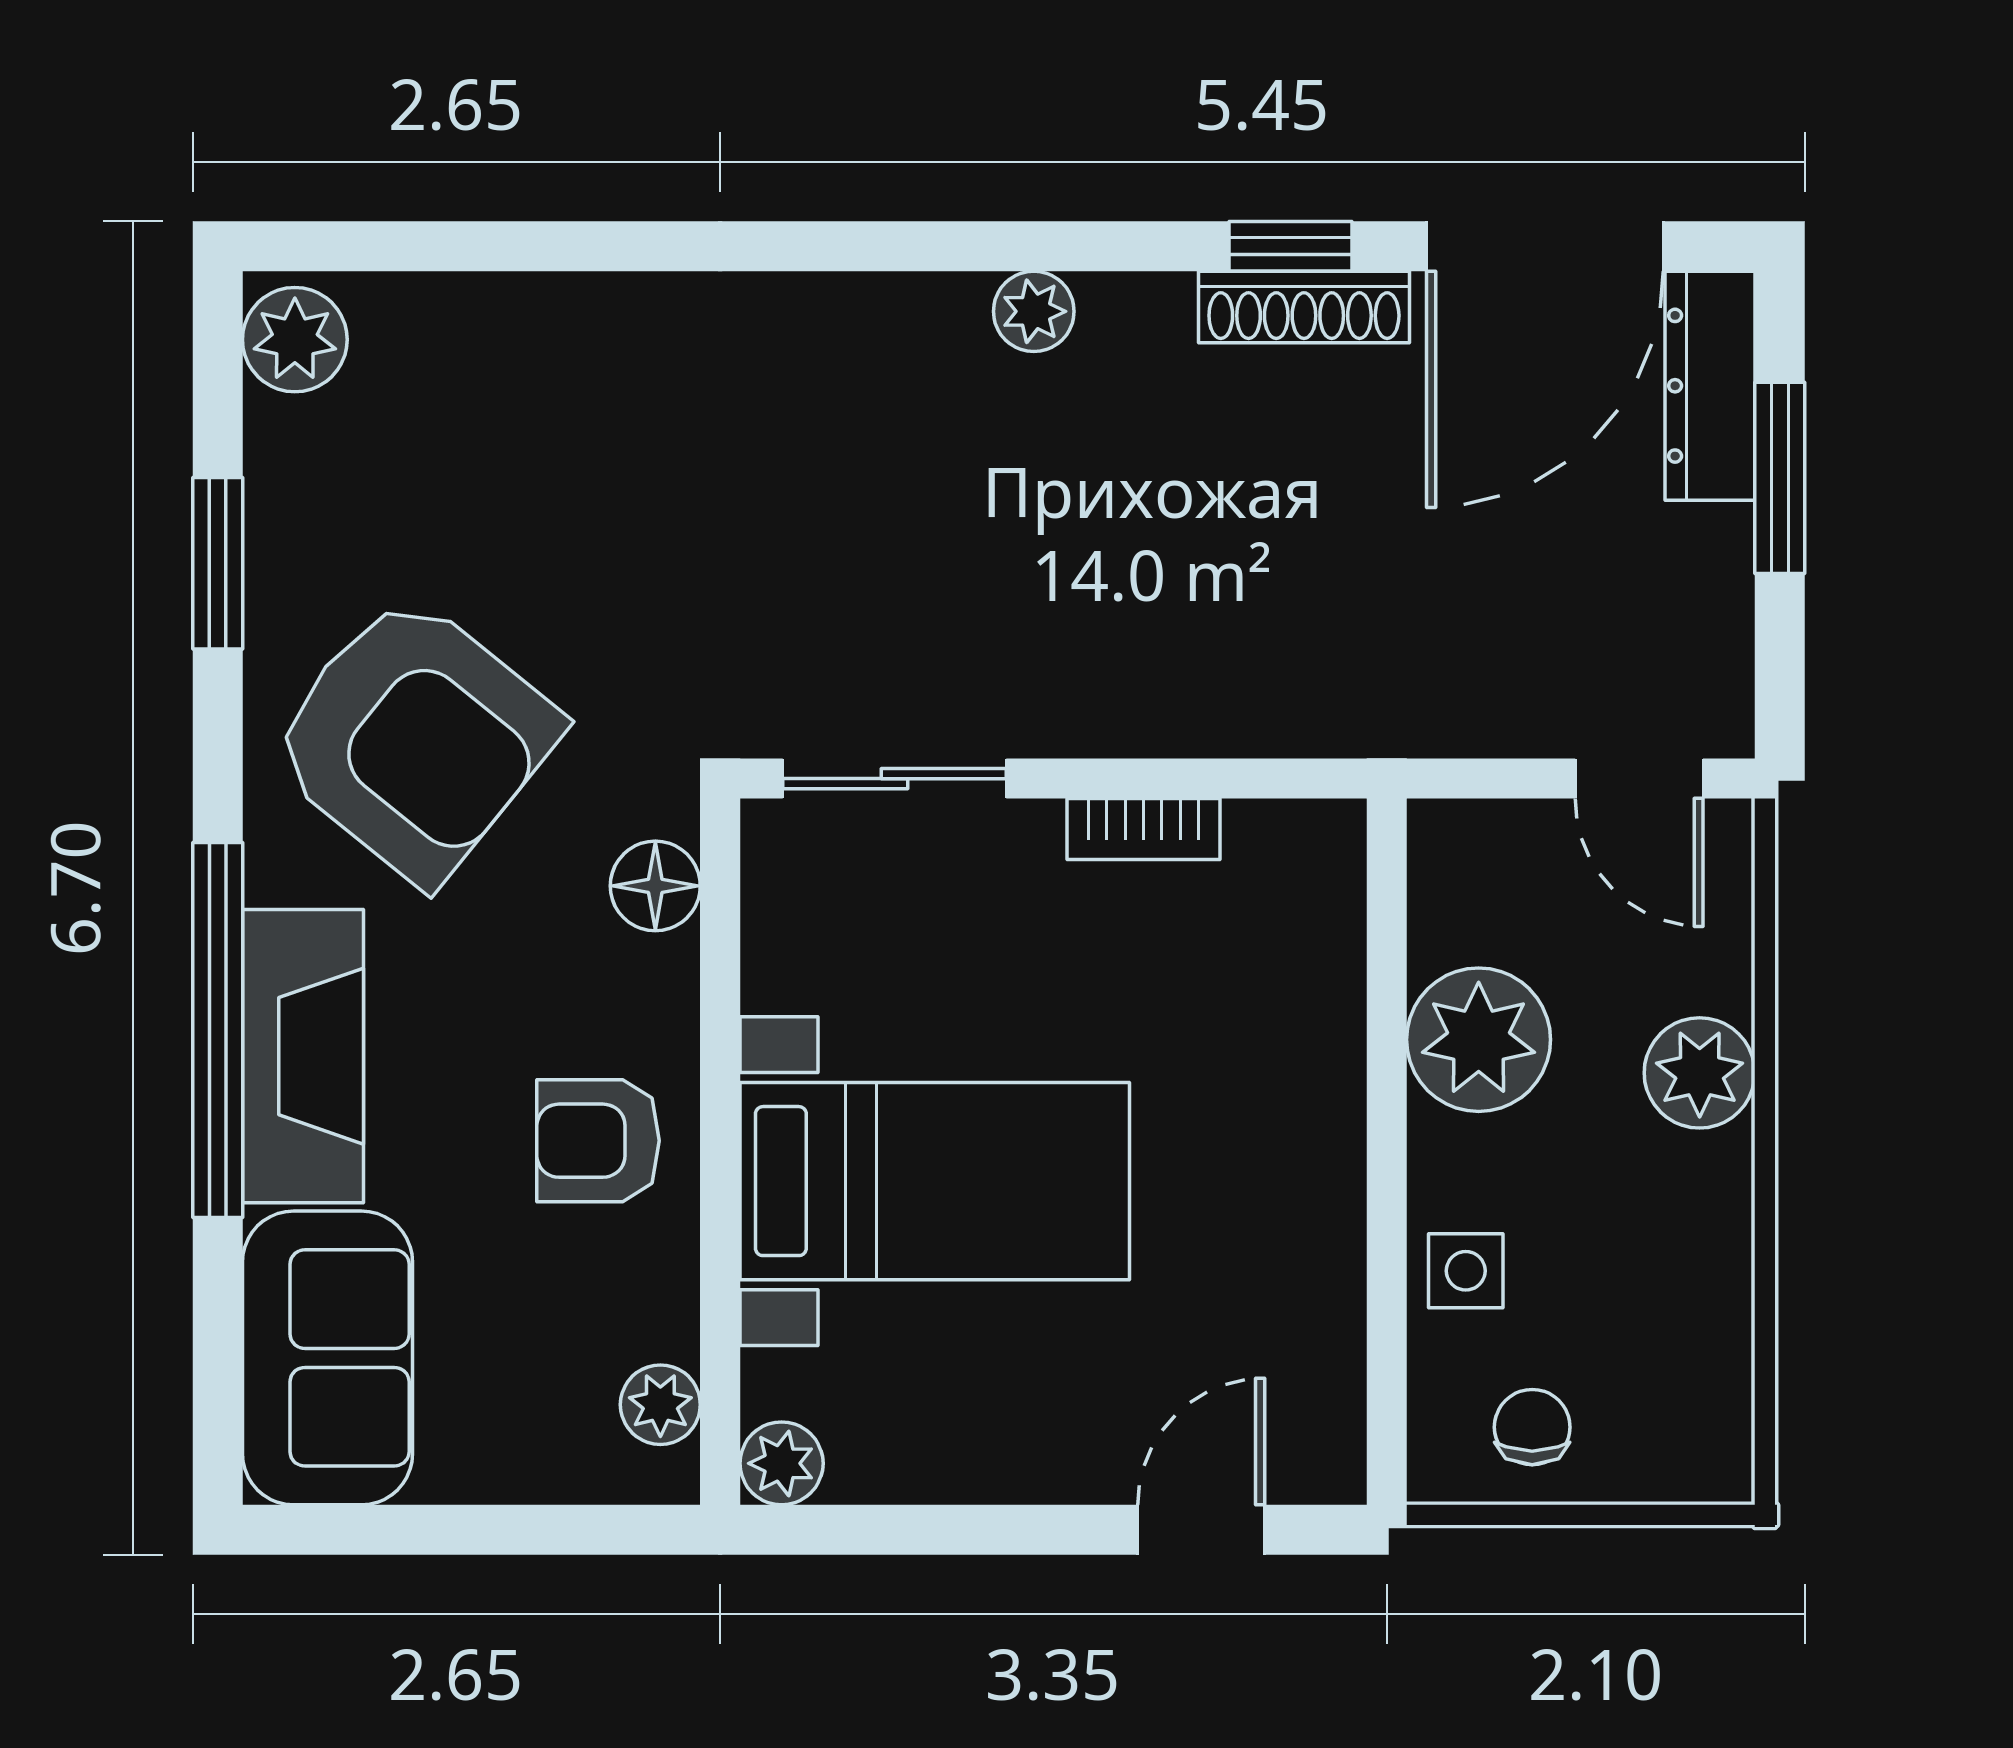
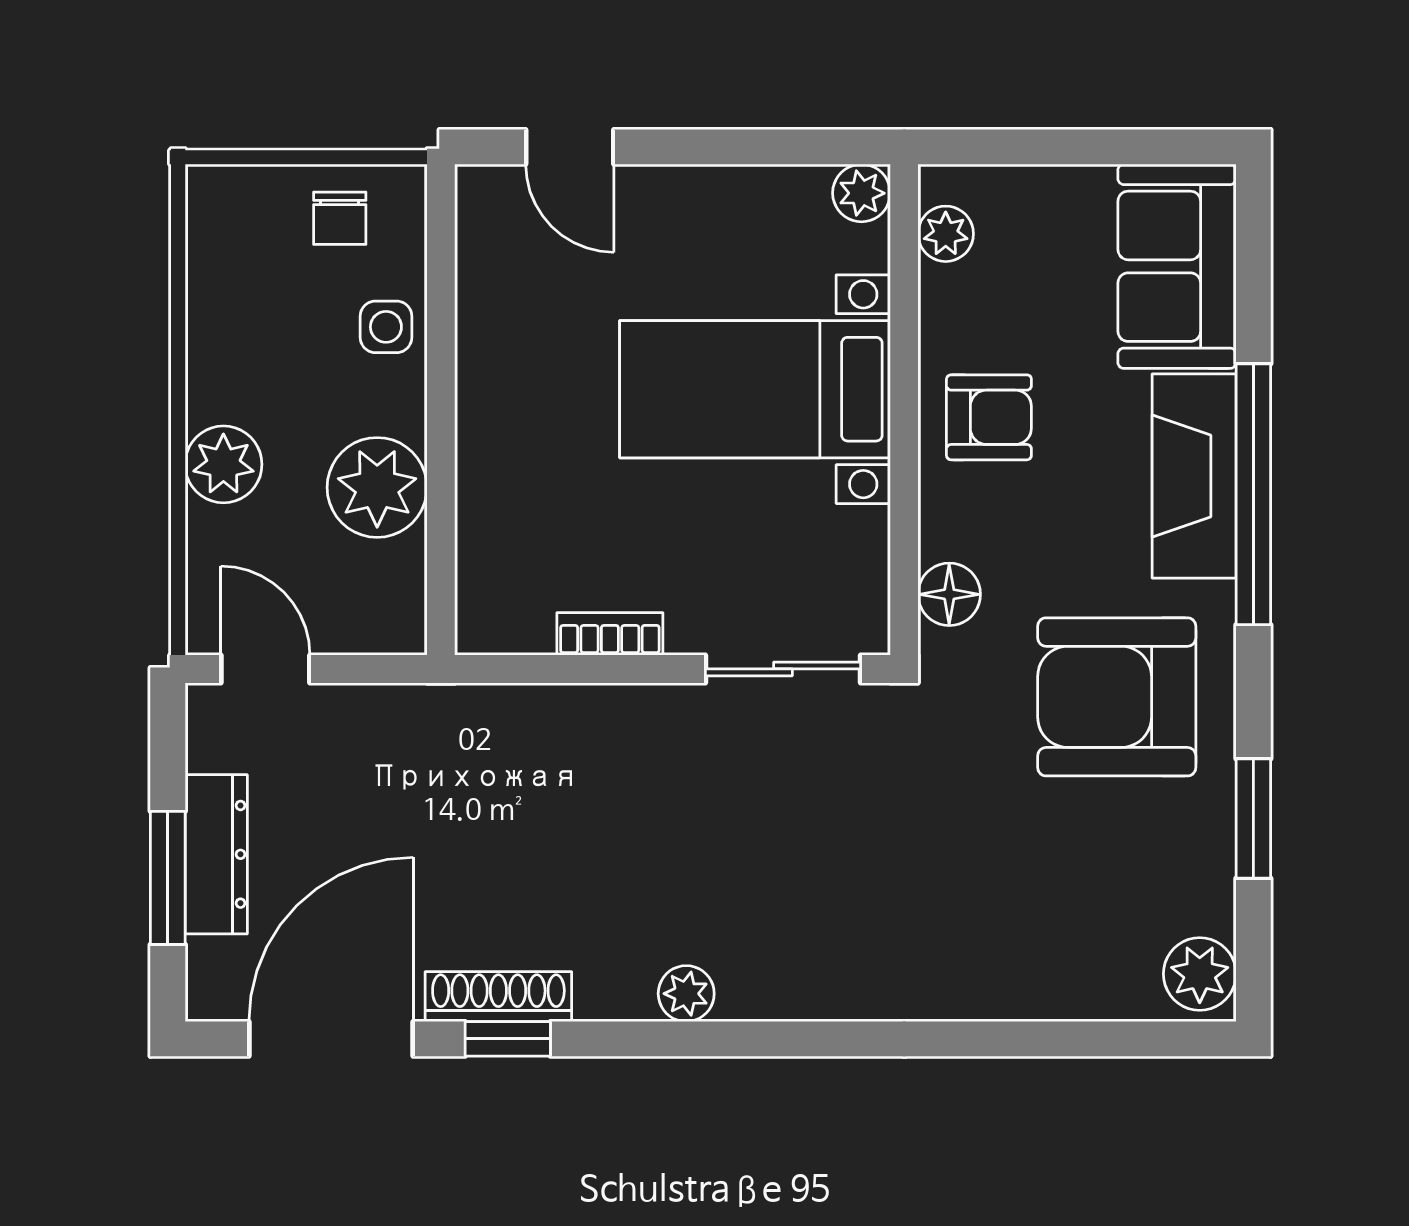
dresser: (1710, 386) -> (216, 854), moved
armchair: (414, 738) -> (1117, 697), turned -39
door: (1201, 1530) -> (570, 147), hinge flipped

